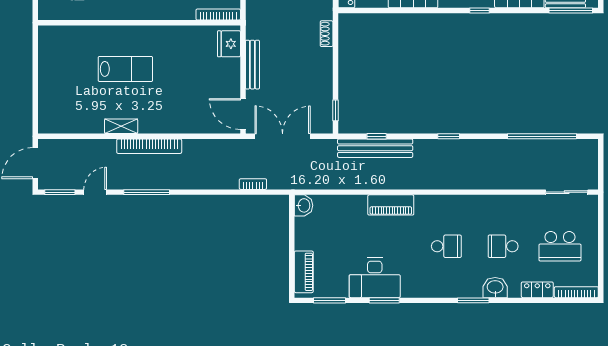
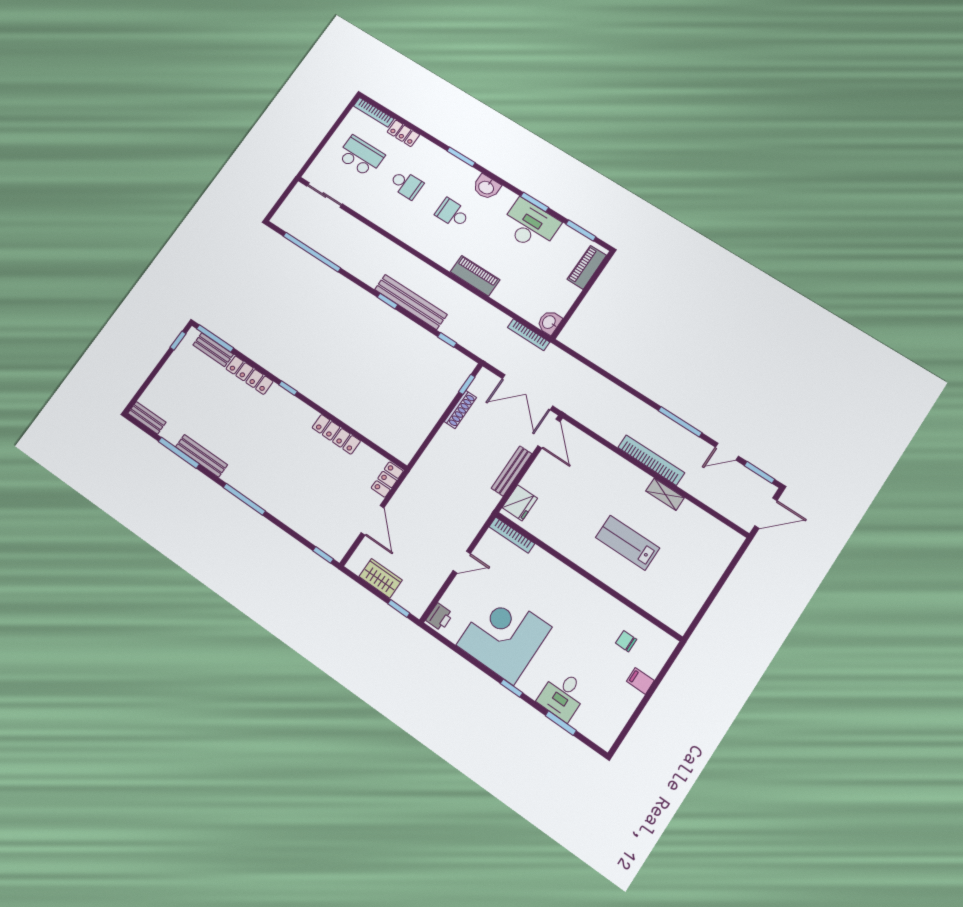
shoe rack: (327, 34) -> (460, 410), moved, width x1.43
bench: (375, 148) -> (411, 302), moved
bookcase: (253, 184) -> (529, 335), moved, width x1.56
washbasin: (495, 288) -> (486, 187), moved

